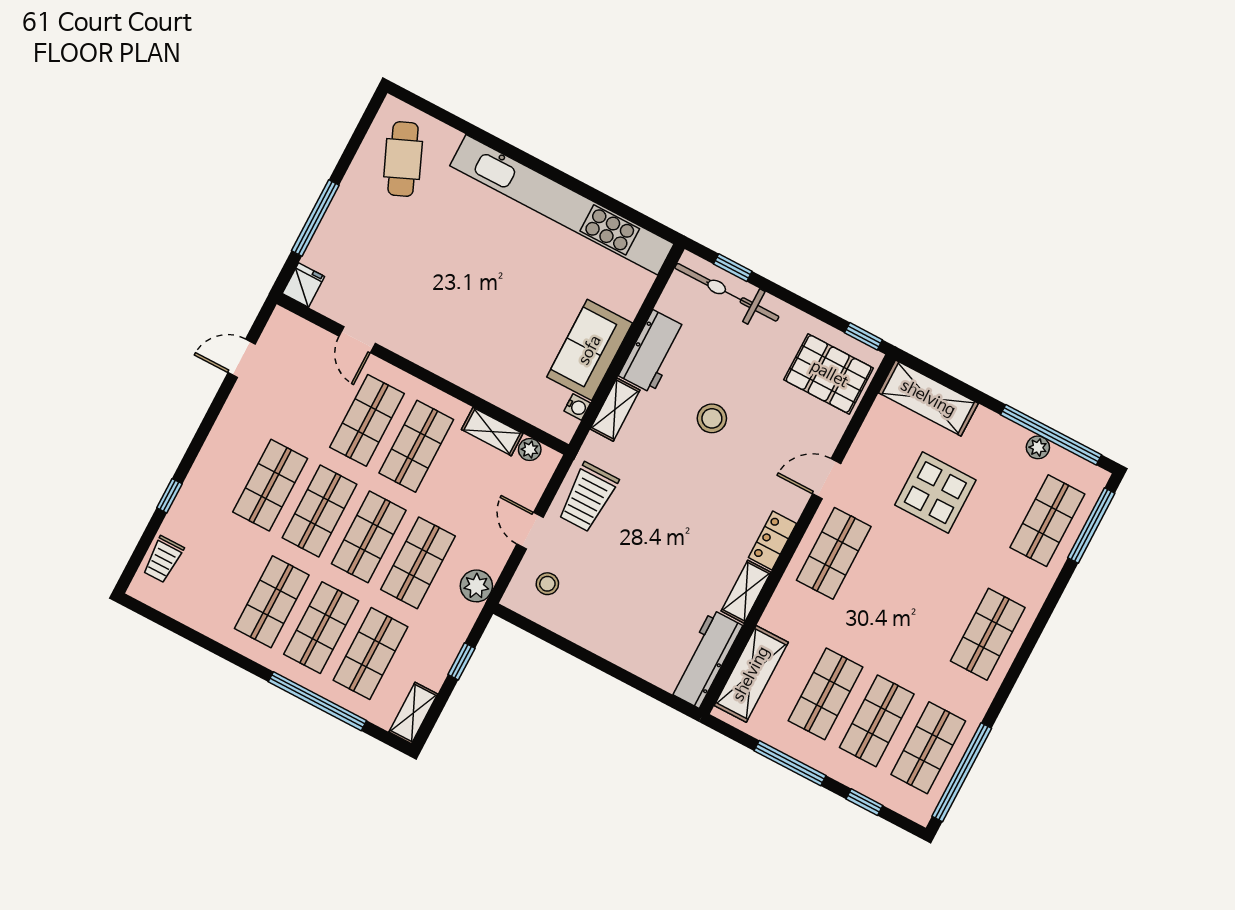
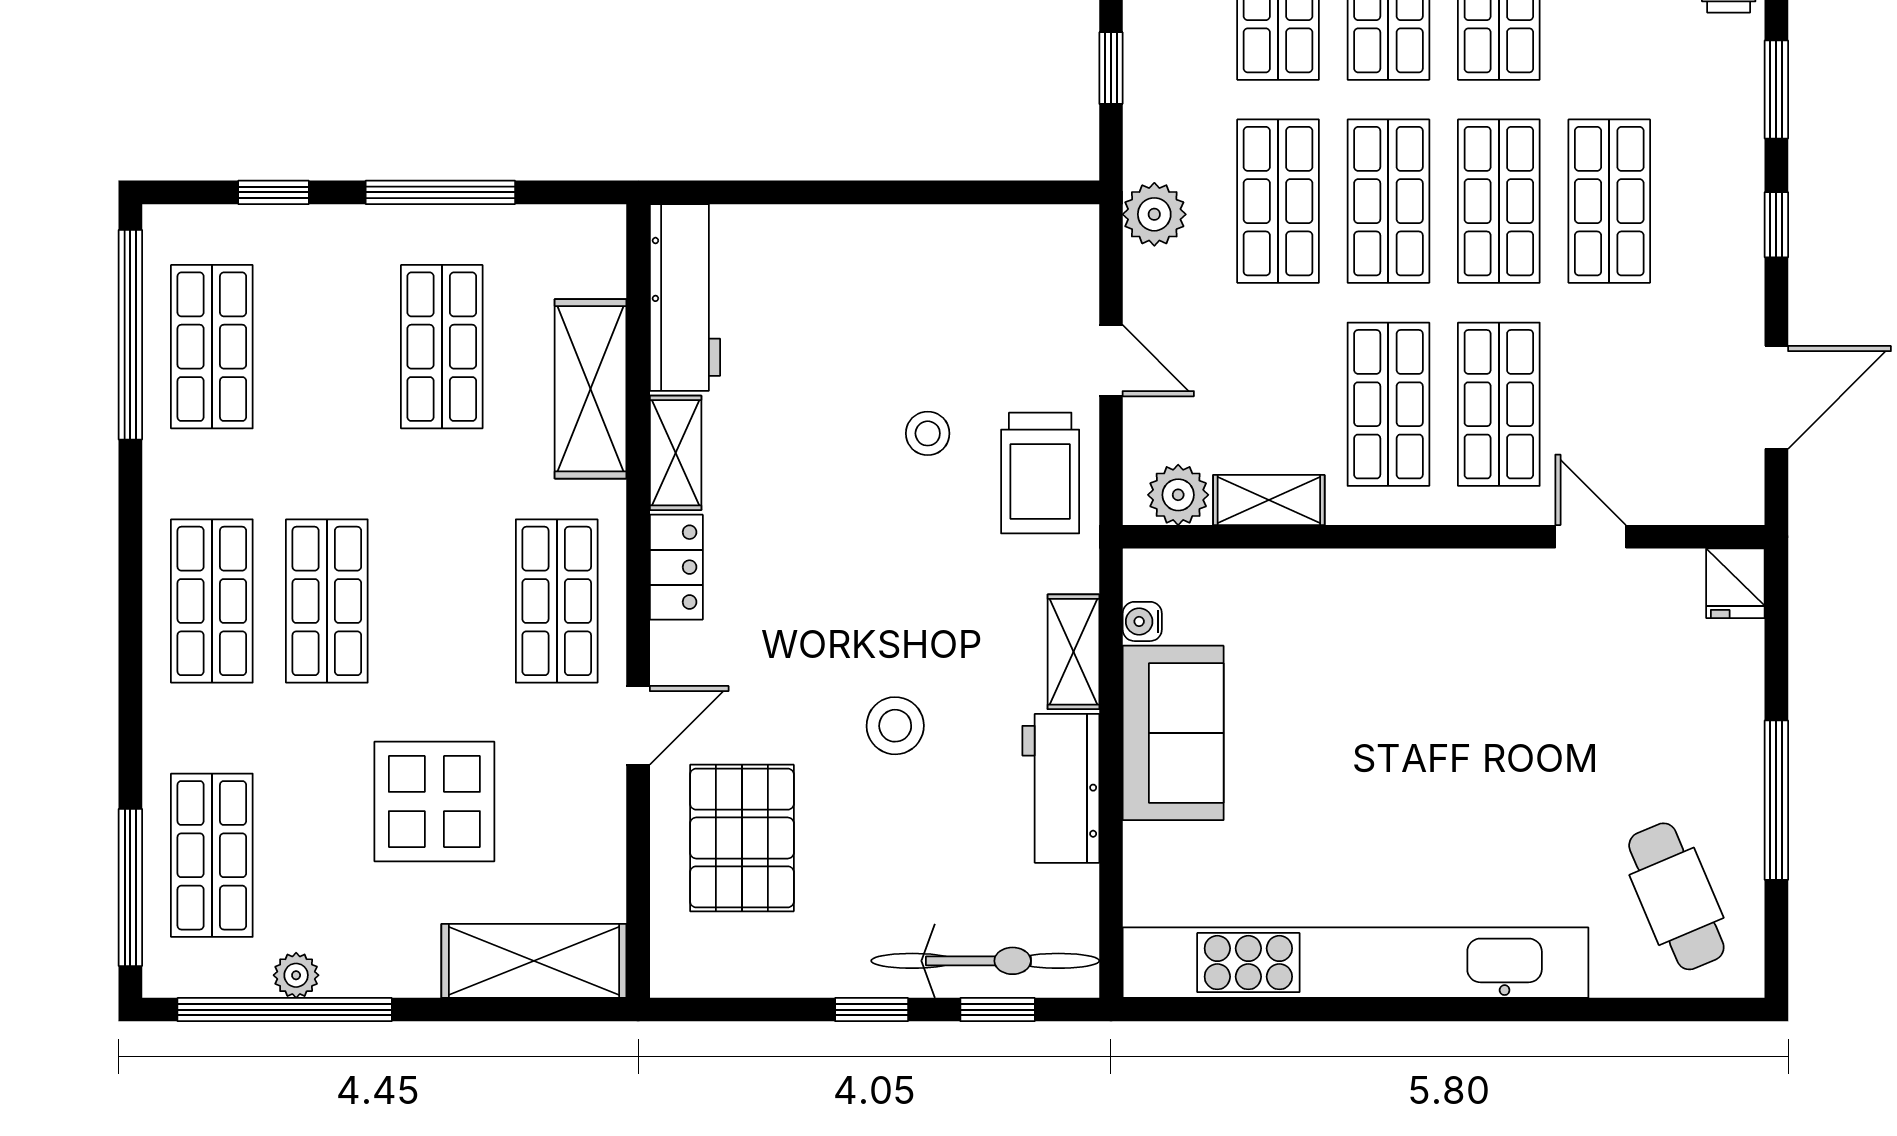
window: (315, 218) -> (1776, 800), moved
window: (863, 336) -> (872, 1010), moved
door: (242, 358) -> (1776, 397), width x1.38
pallet: (829, 374) -> (742, 838), moved, turned 90
window: (201, 435) -> (1776, 225), added
plant: (530, 449) -> (1178, 495), width x1.38, depth x1.38
window: (169, 496) -> (1776, 90), width x1.50
trolley: (588, 497) -> (1040, 473), turned 180
stool: (547, 584) -> (928, 433), moved
shelving: (751, 674) -> (591, 389), moved
shop shelf: (877, 721) -> (327, 601), moved

